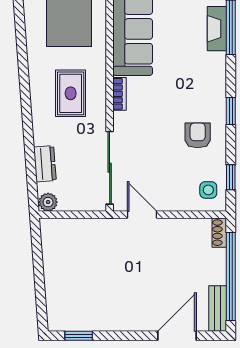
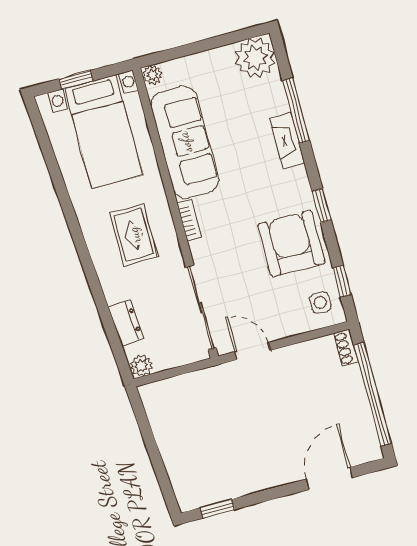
fireplace: (217, 29) -> (287, 141), moved
armchair: (198, 135) -> (291, 244), width x1.88, depth x1.88
bench: (218, 309) -> (367, 435), removed

